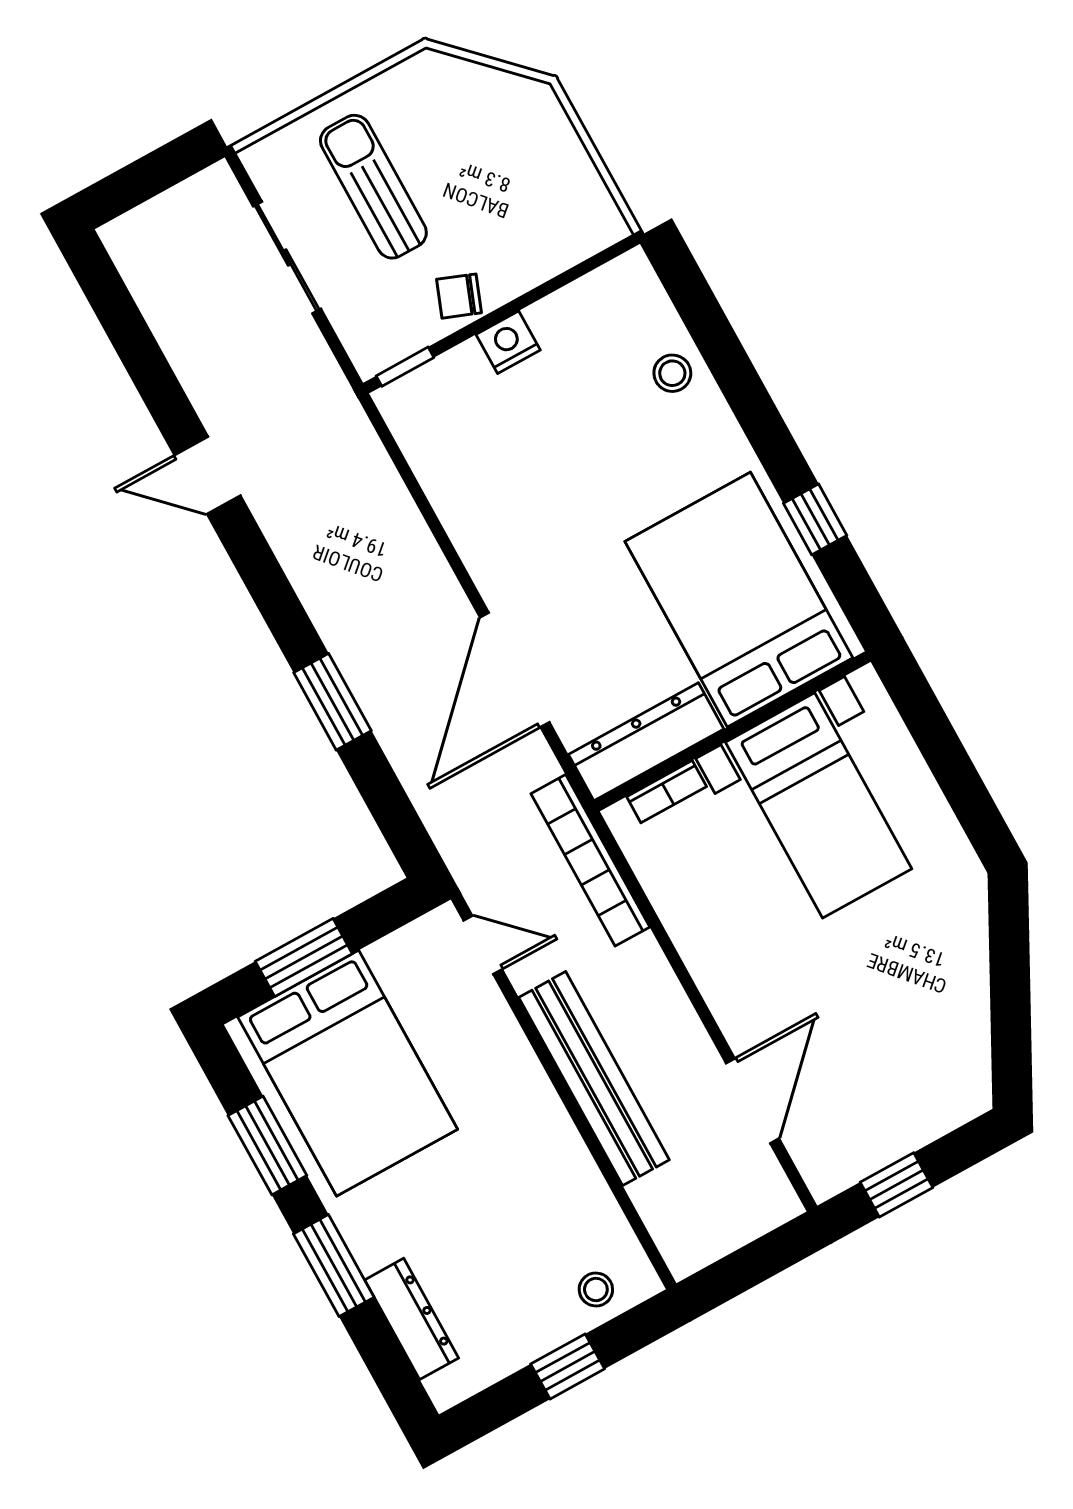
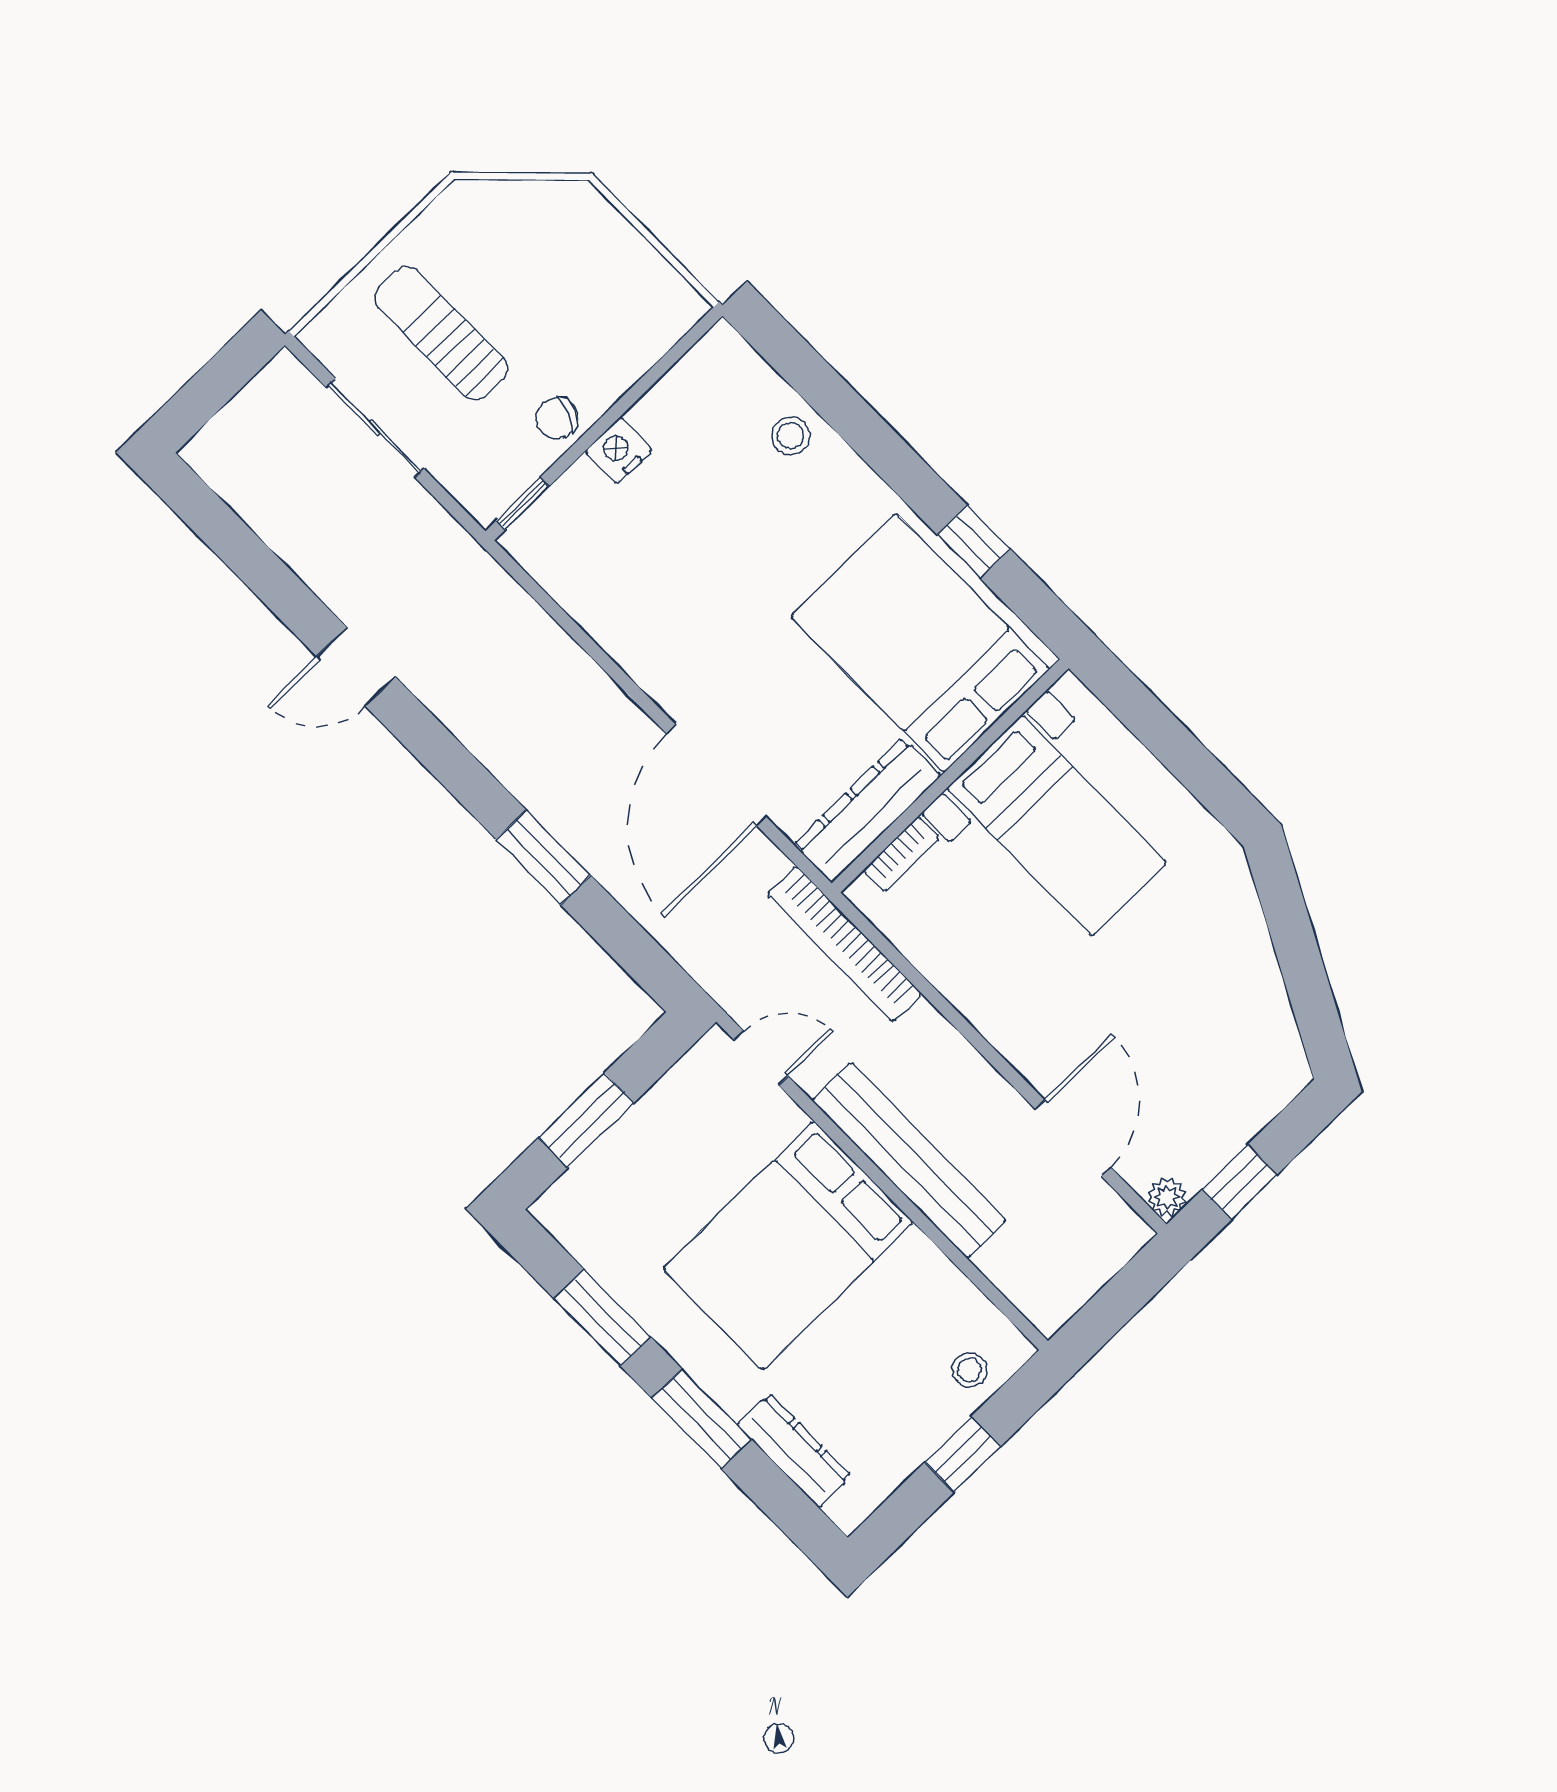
bed: (348, 1073) -> (788, 1246), moved, turned 90
plant: (825, 1180) -> (1167, 1197), added

